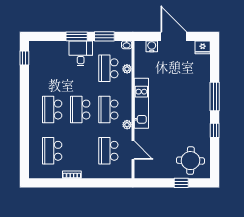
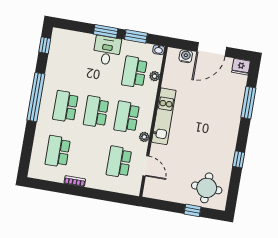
door: (174, 36) -> (212, 49), swing flipped
window: (215, 96) -> (248, 103), moved
window: (24, 106) -> (36, 97), added

